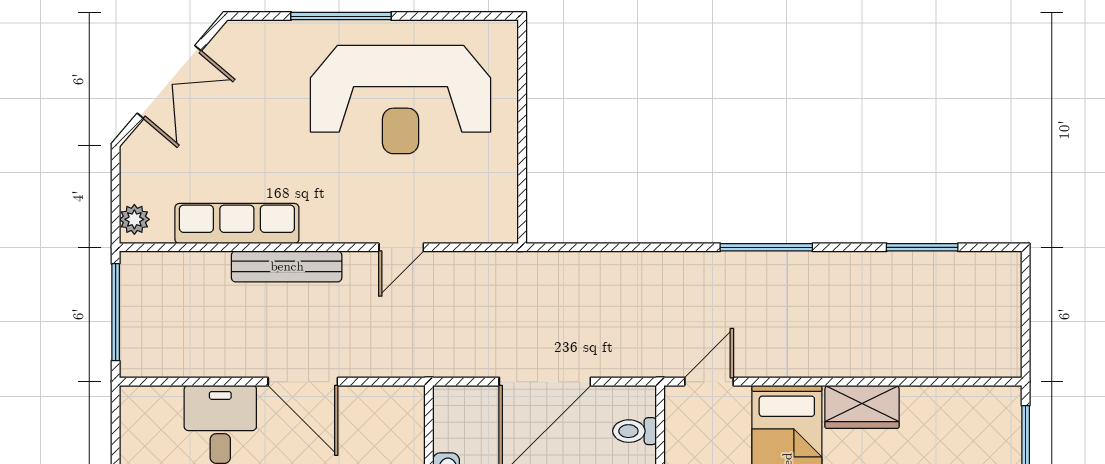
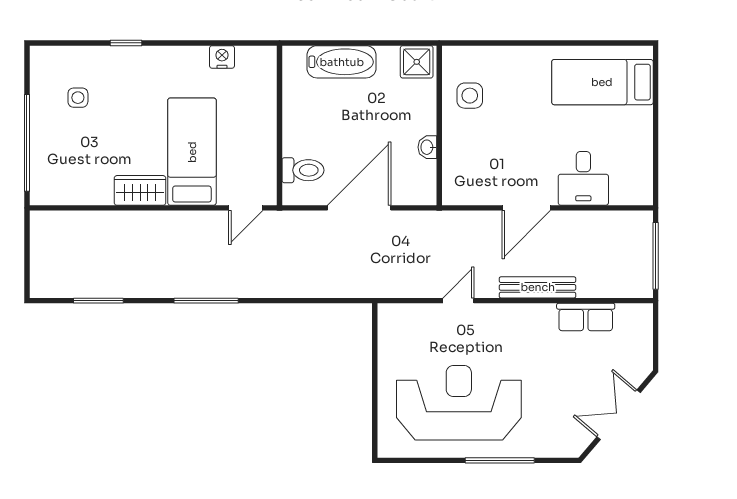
plant: (134, 219) -> (643, 320), removed
row of seats: (237, 223) -> (586, 317), width x0.68
door: (303, 382) -> (526, 208), swing flipped
toilet: (635, 431) -> (303, 170), width x1.37, depth x1.39

